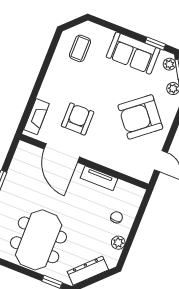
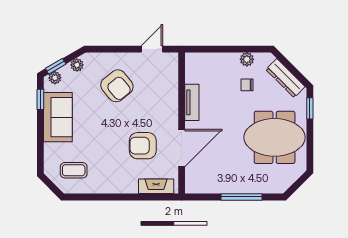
armchair: (140, 117) -> (117, 86), width x0.73, depth x0.73
chair: (117, 217) -> (247, 85), moved

